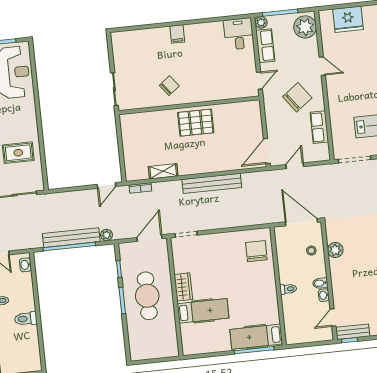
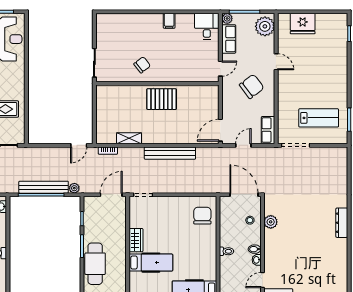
filing cabinet: (177, 34) -> (169, 21), moved
row of seats: (319, 127) -> (268, 130), moved
cafe table: (147, 296) -> (95, 264), moved

